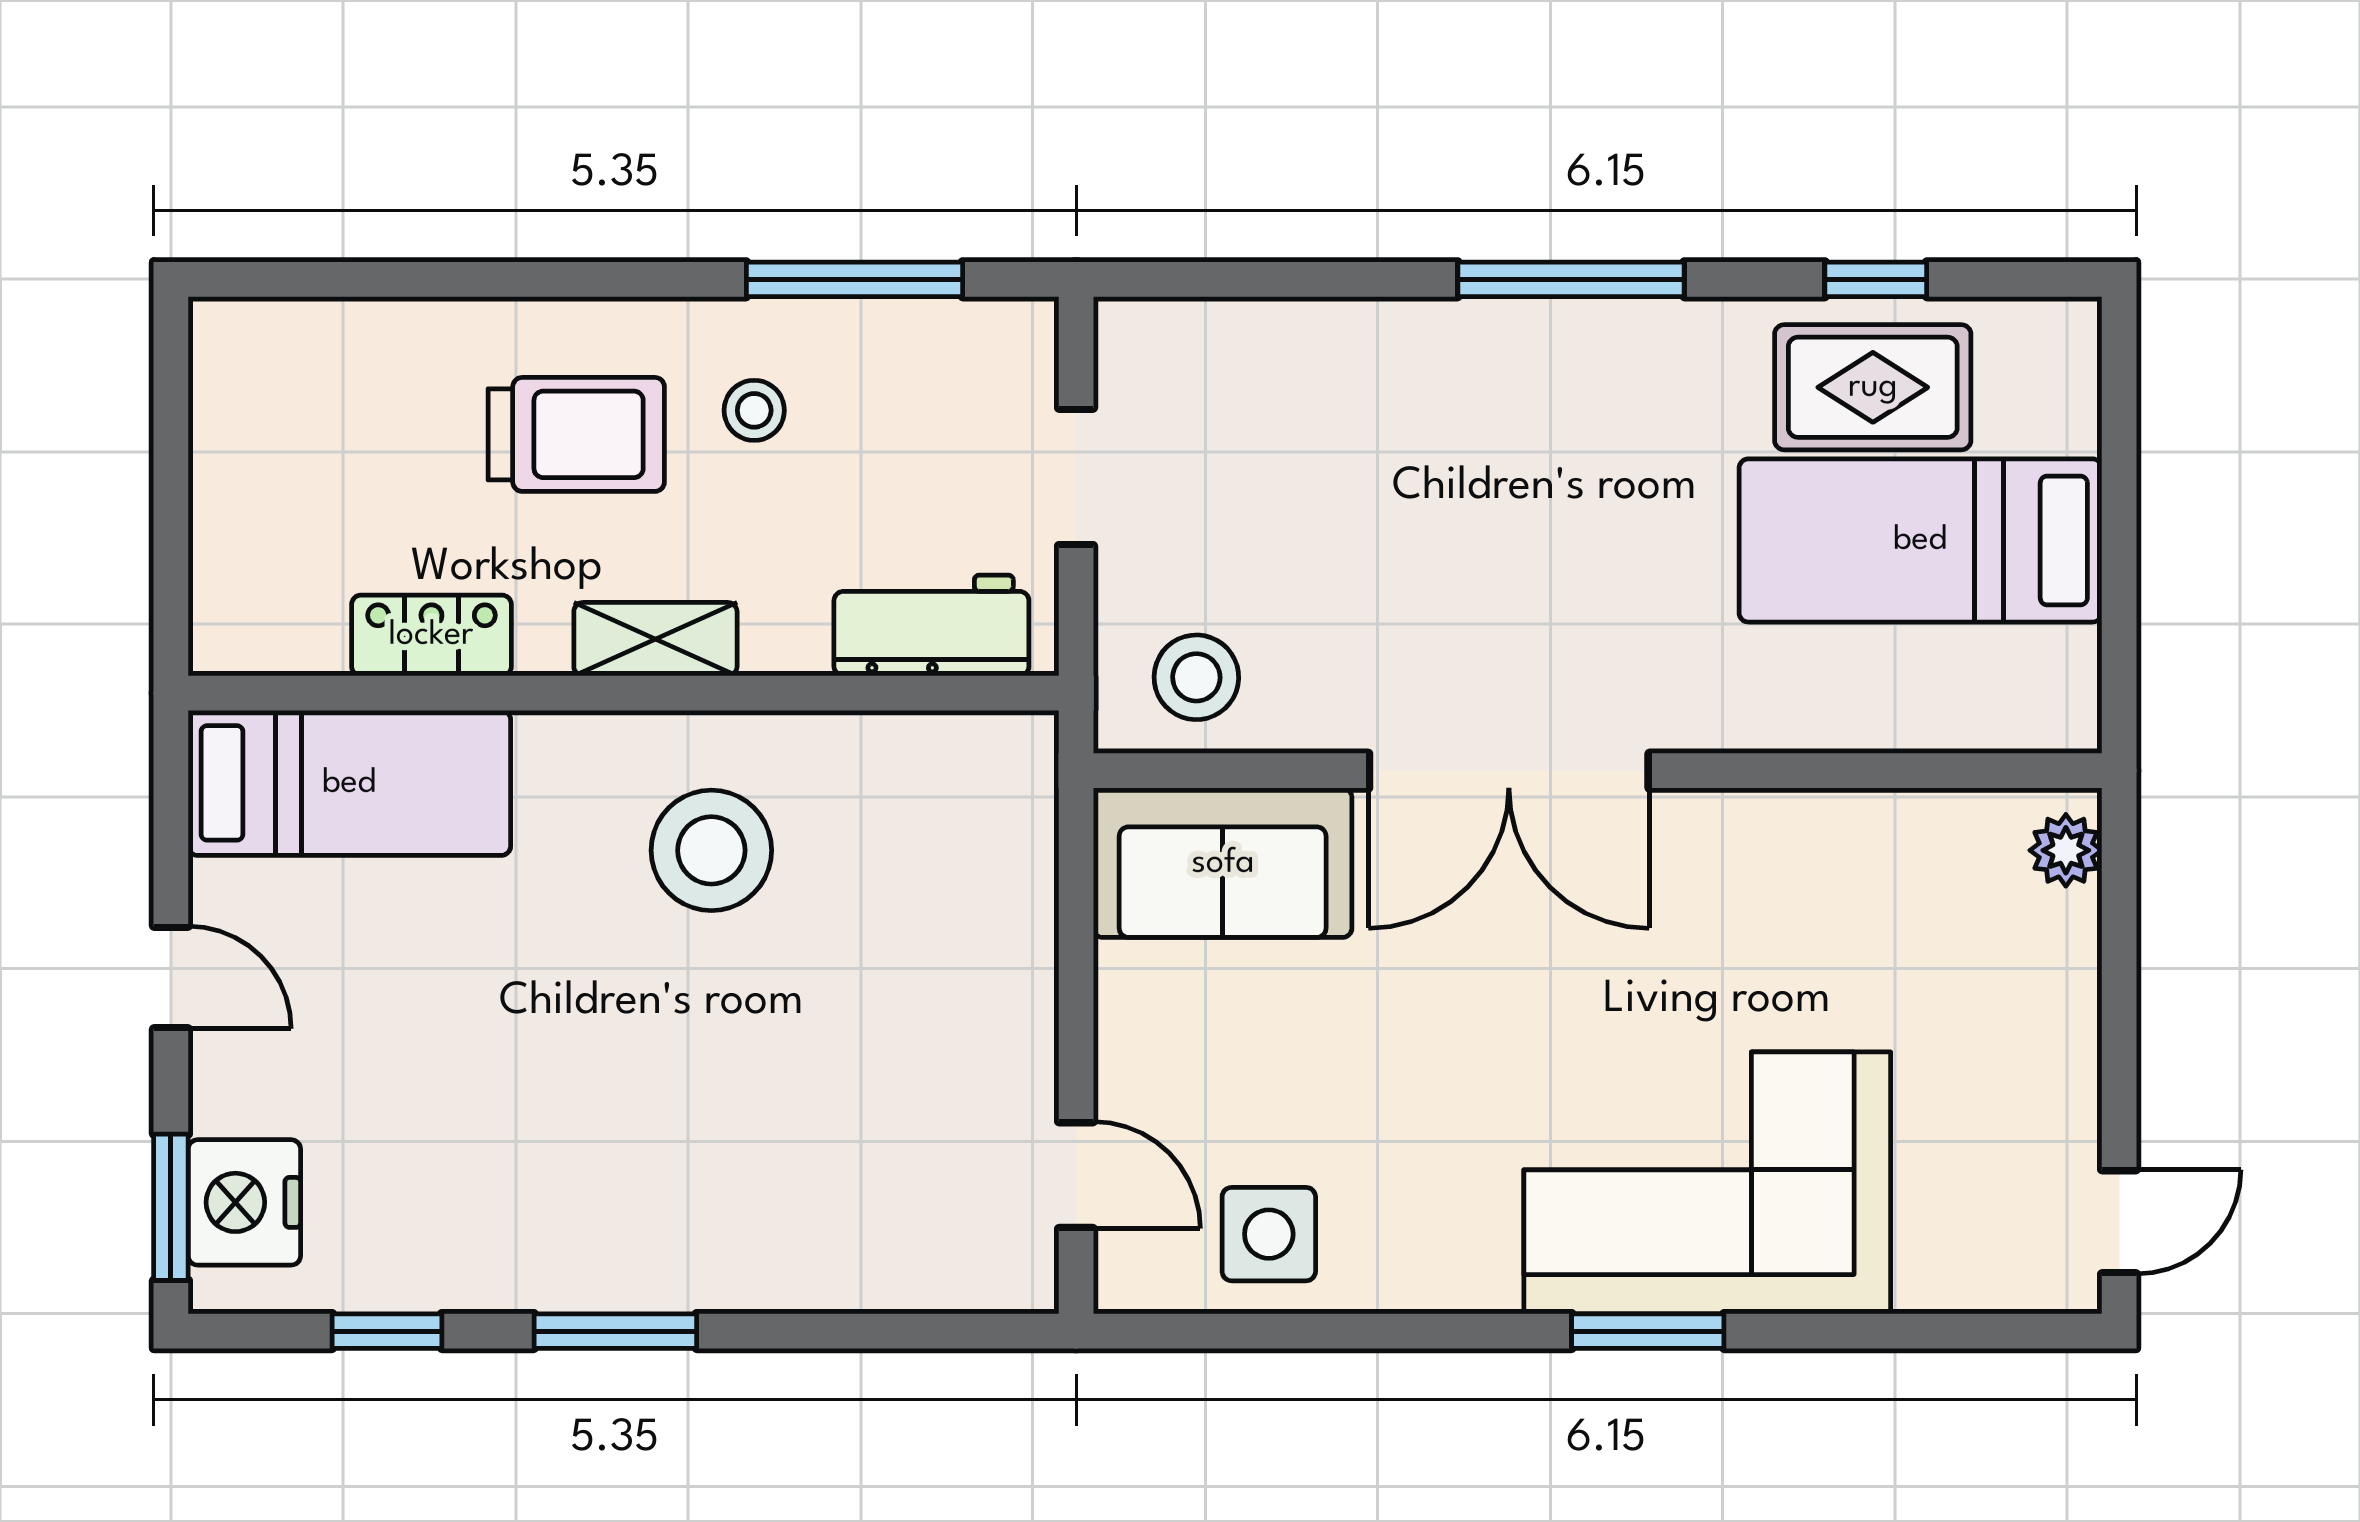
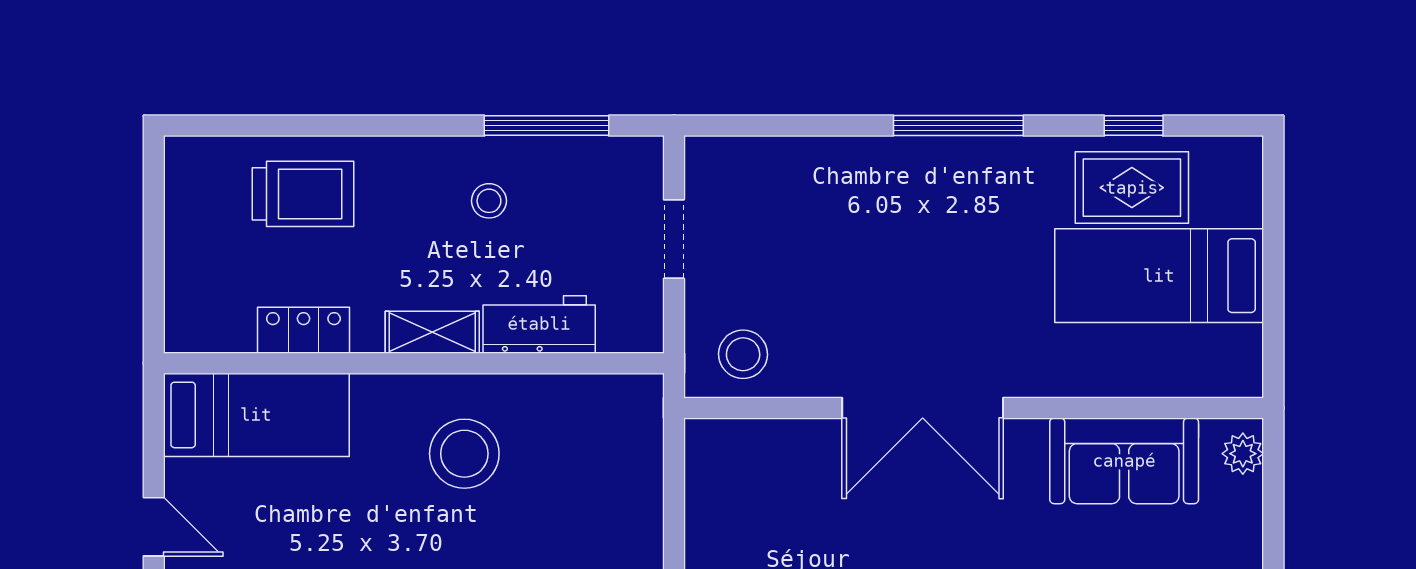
trolley: (576, 434) -> (303, 194), moved
workbench: (931, 626) -> (539, 324), moved
sofa: (1223, 863) -> (1124, 461), moved

